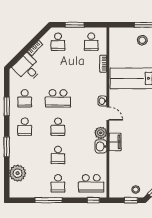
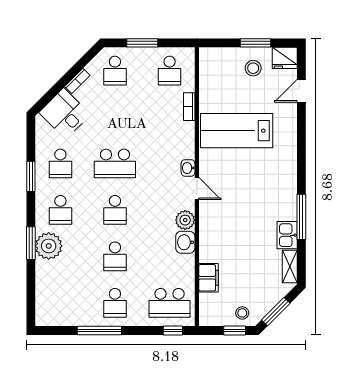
filing cabinet: (115, 142) -> (209, 278), moved
plant: (18, 173) -> (49, 246), moved

